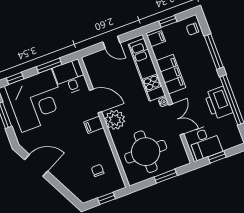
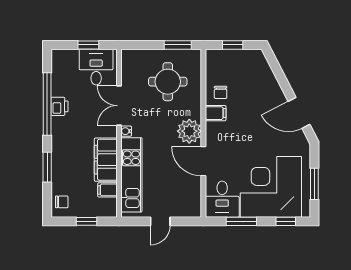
filing cabinet: (156, 39) -> (107, 190), moved
door: (111, 42) -> (160, 221), swing flipped
window: (214, 52) -> (47, 167), width x0.69
printer: (218, 103) -> (60, 106), width x0.53, depth x0.68
filing cabinet: (94, 125) -> (216, 113), moved
round table: (146, 152) -> (168, 82), width x0.73, depth x0.73
chair: (98, 170) -> (221, 92), moved
window: (166, 176) -> (178, 45), moved

